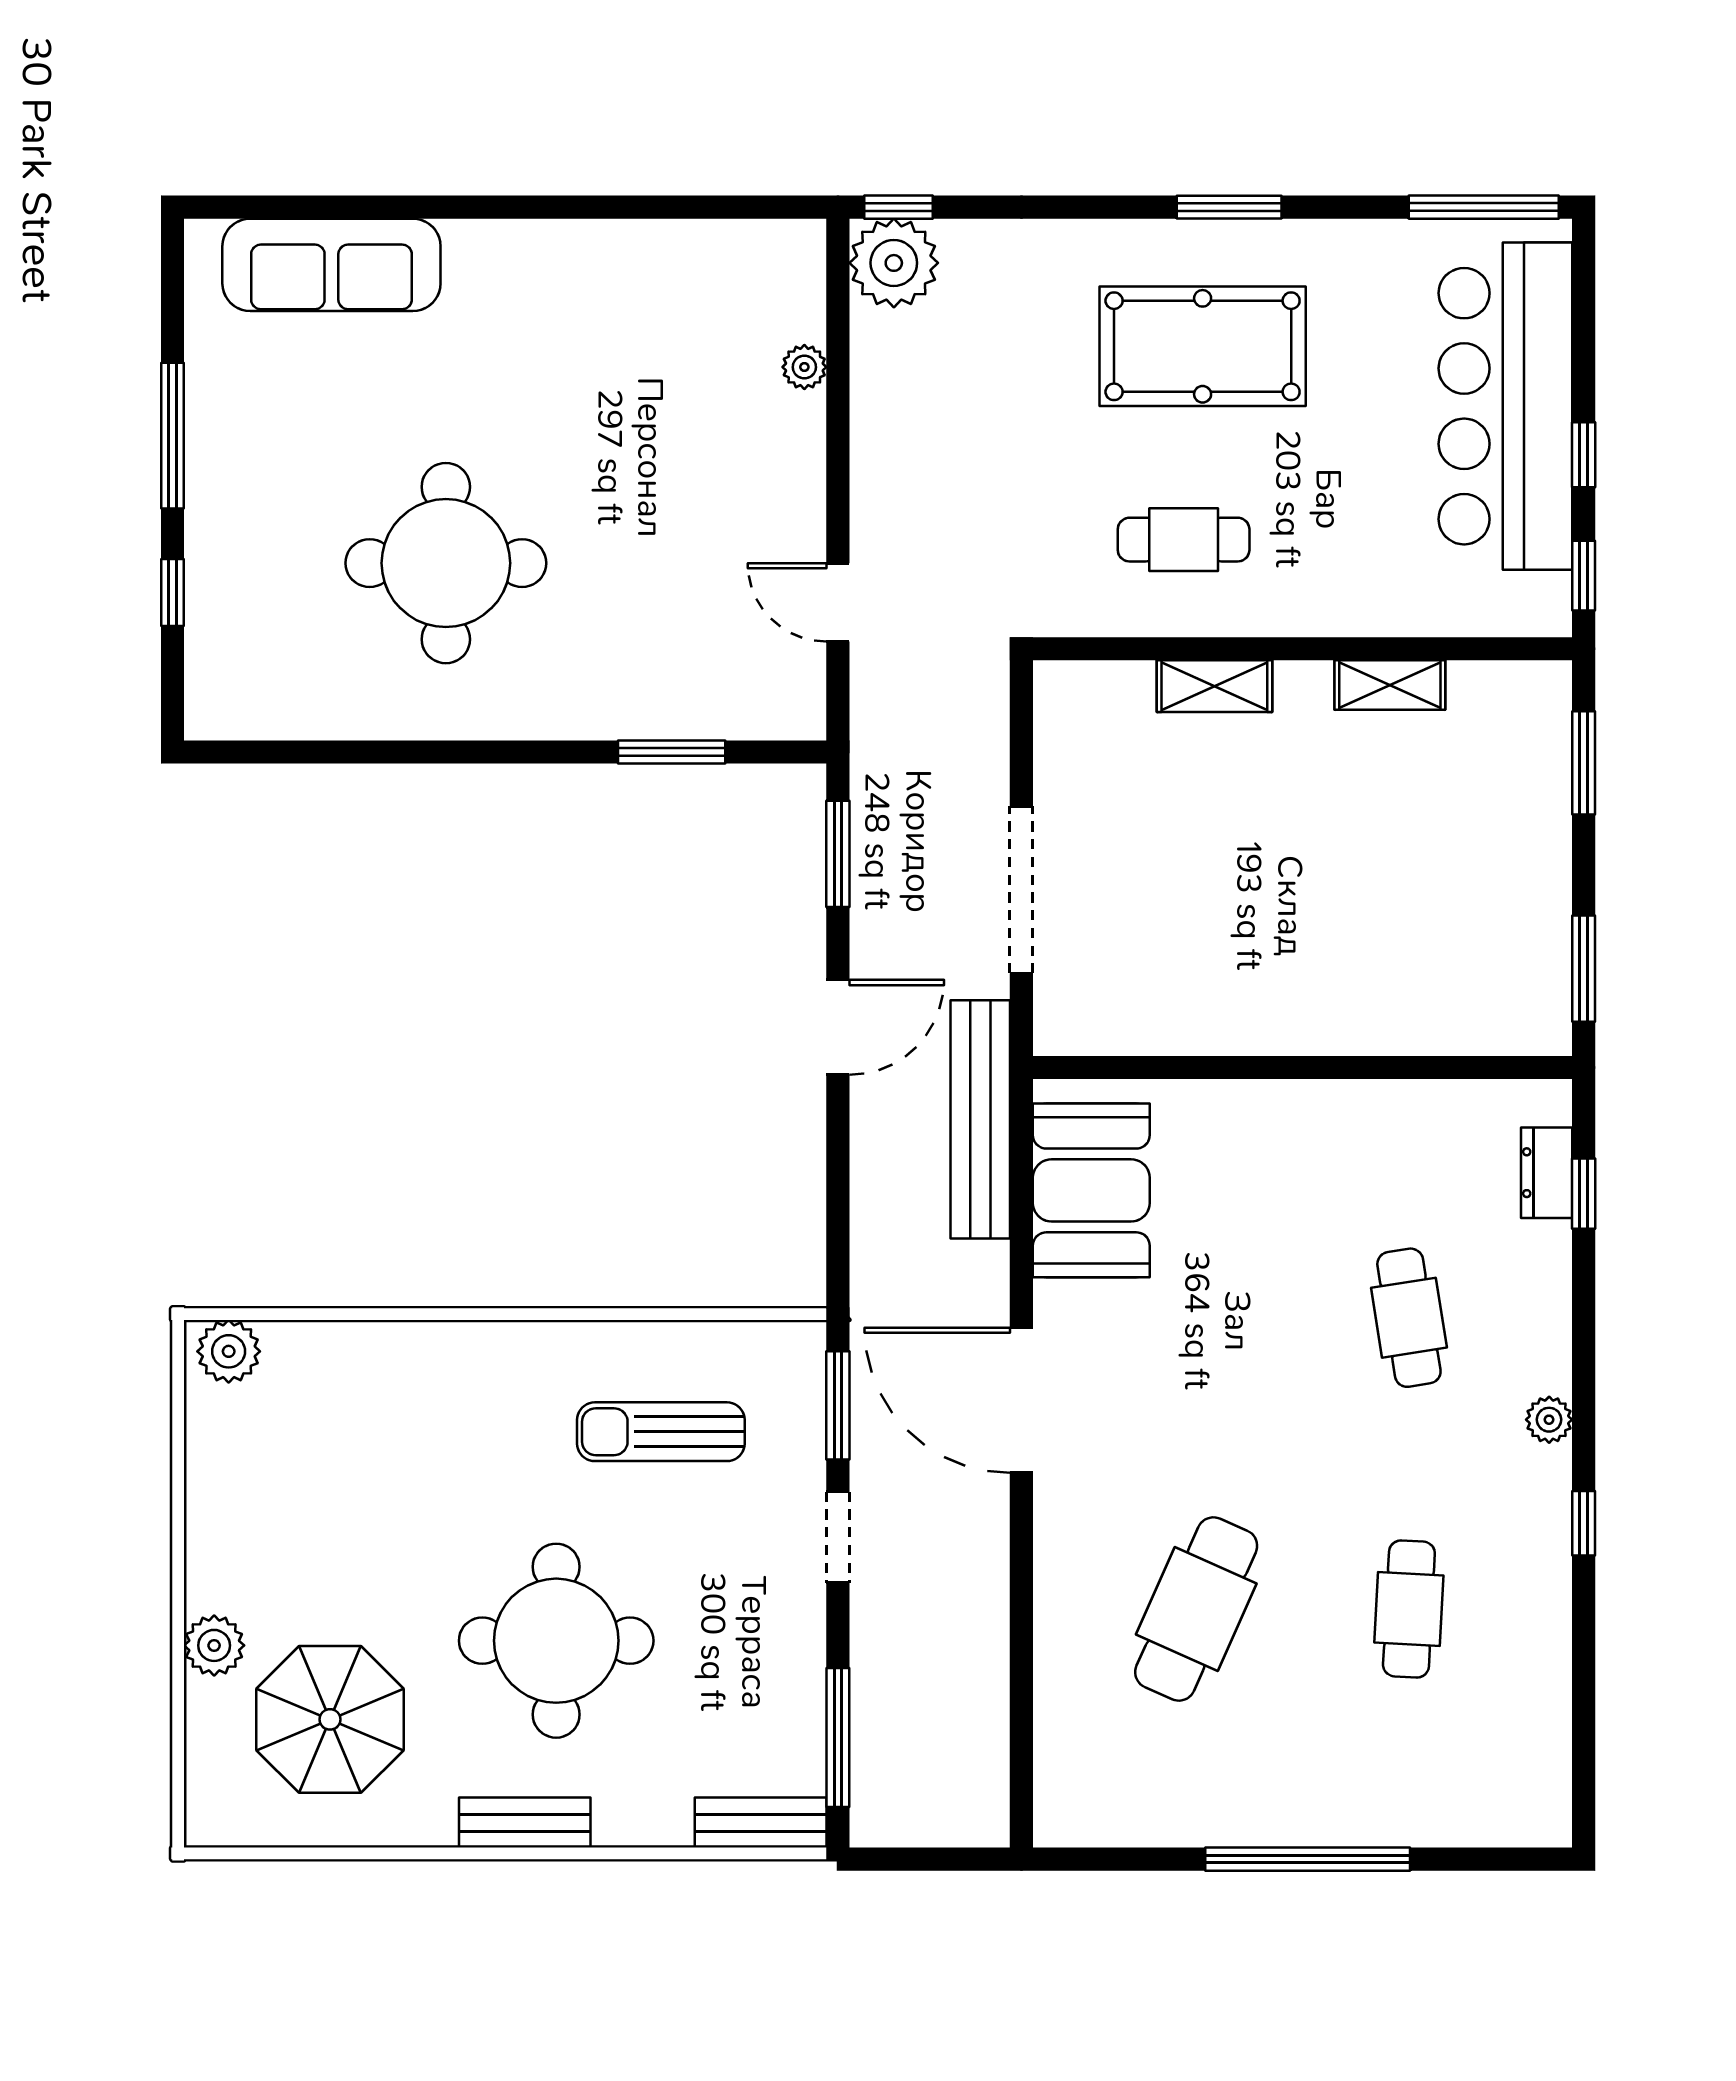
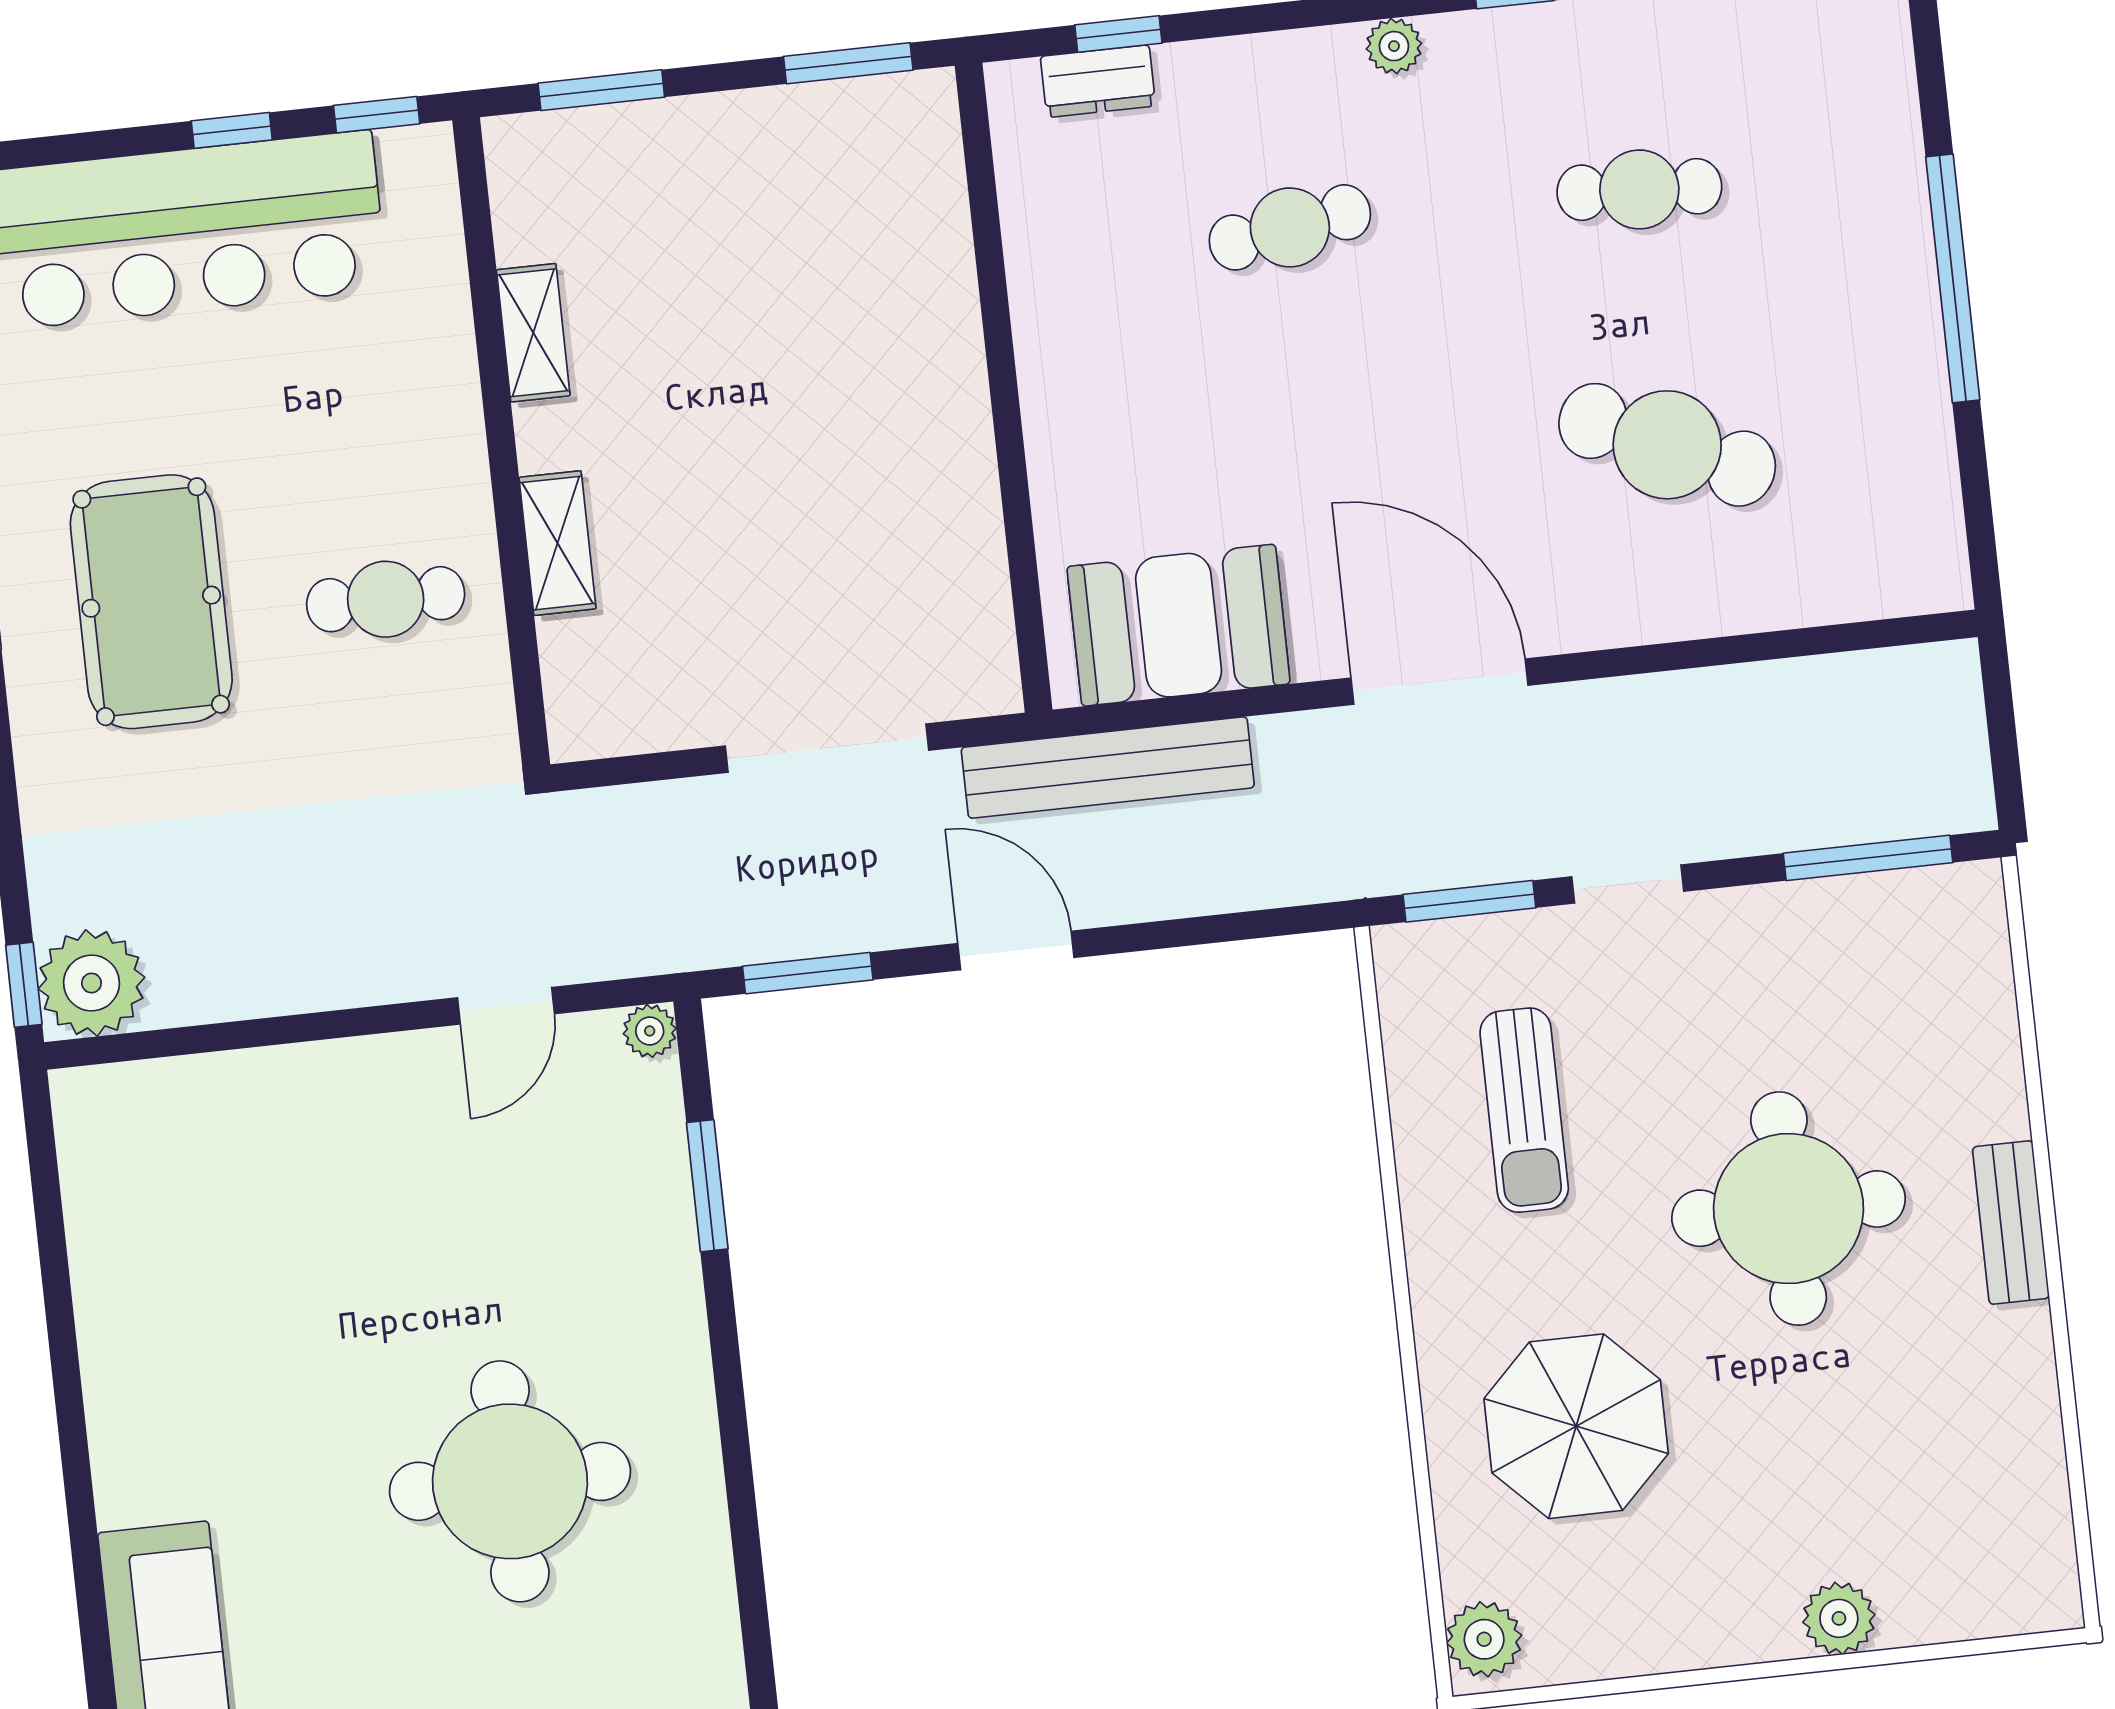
plant: (804, 367) -> (650, 1031), moved
cafe table: (1184, 540) -> (386, 599), turned 90
door: (1021, 1400) -> (1439, 682), swing flipped
parasol: (330, 1719) -> (1576, 1426), moved
bench: (761, 1823) -> (1980, 939), removed

